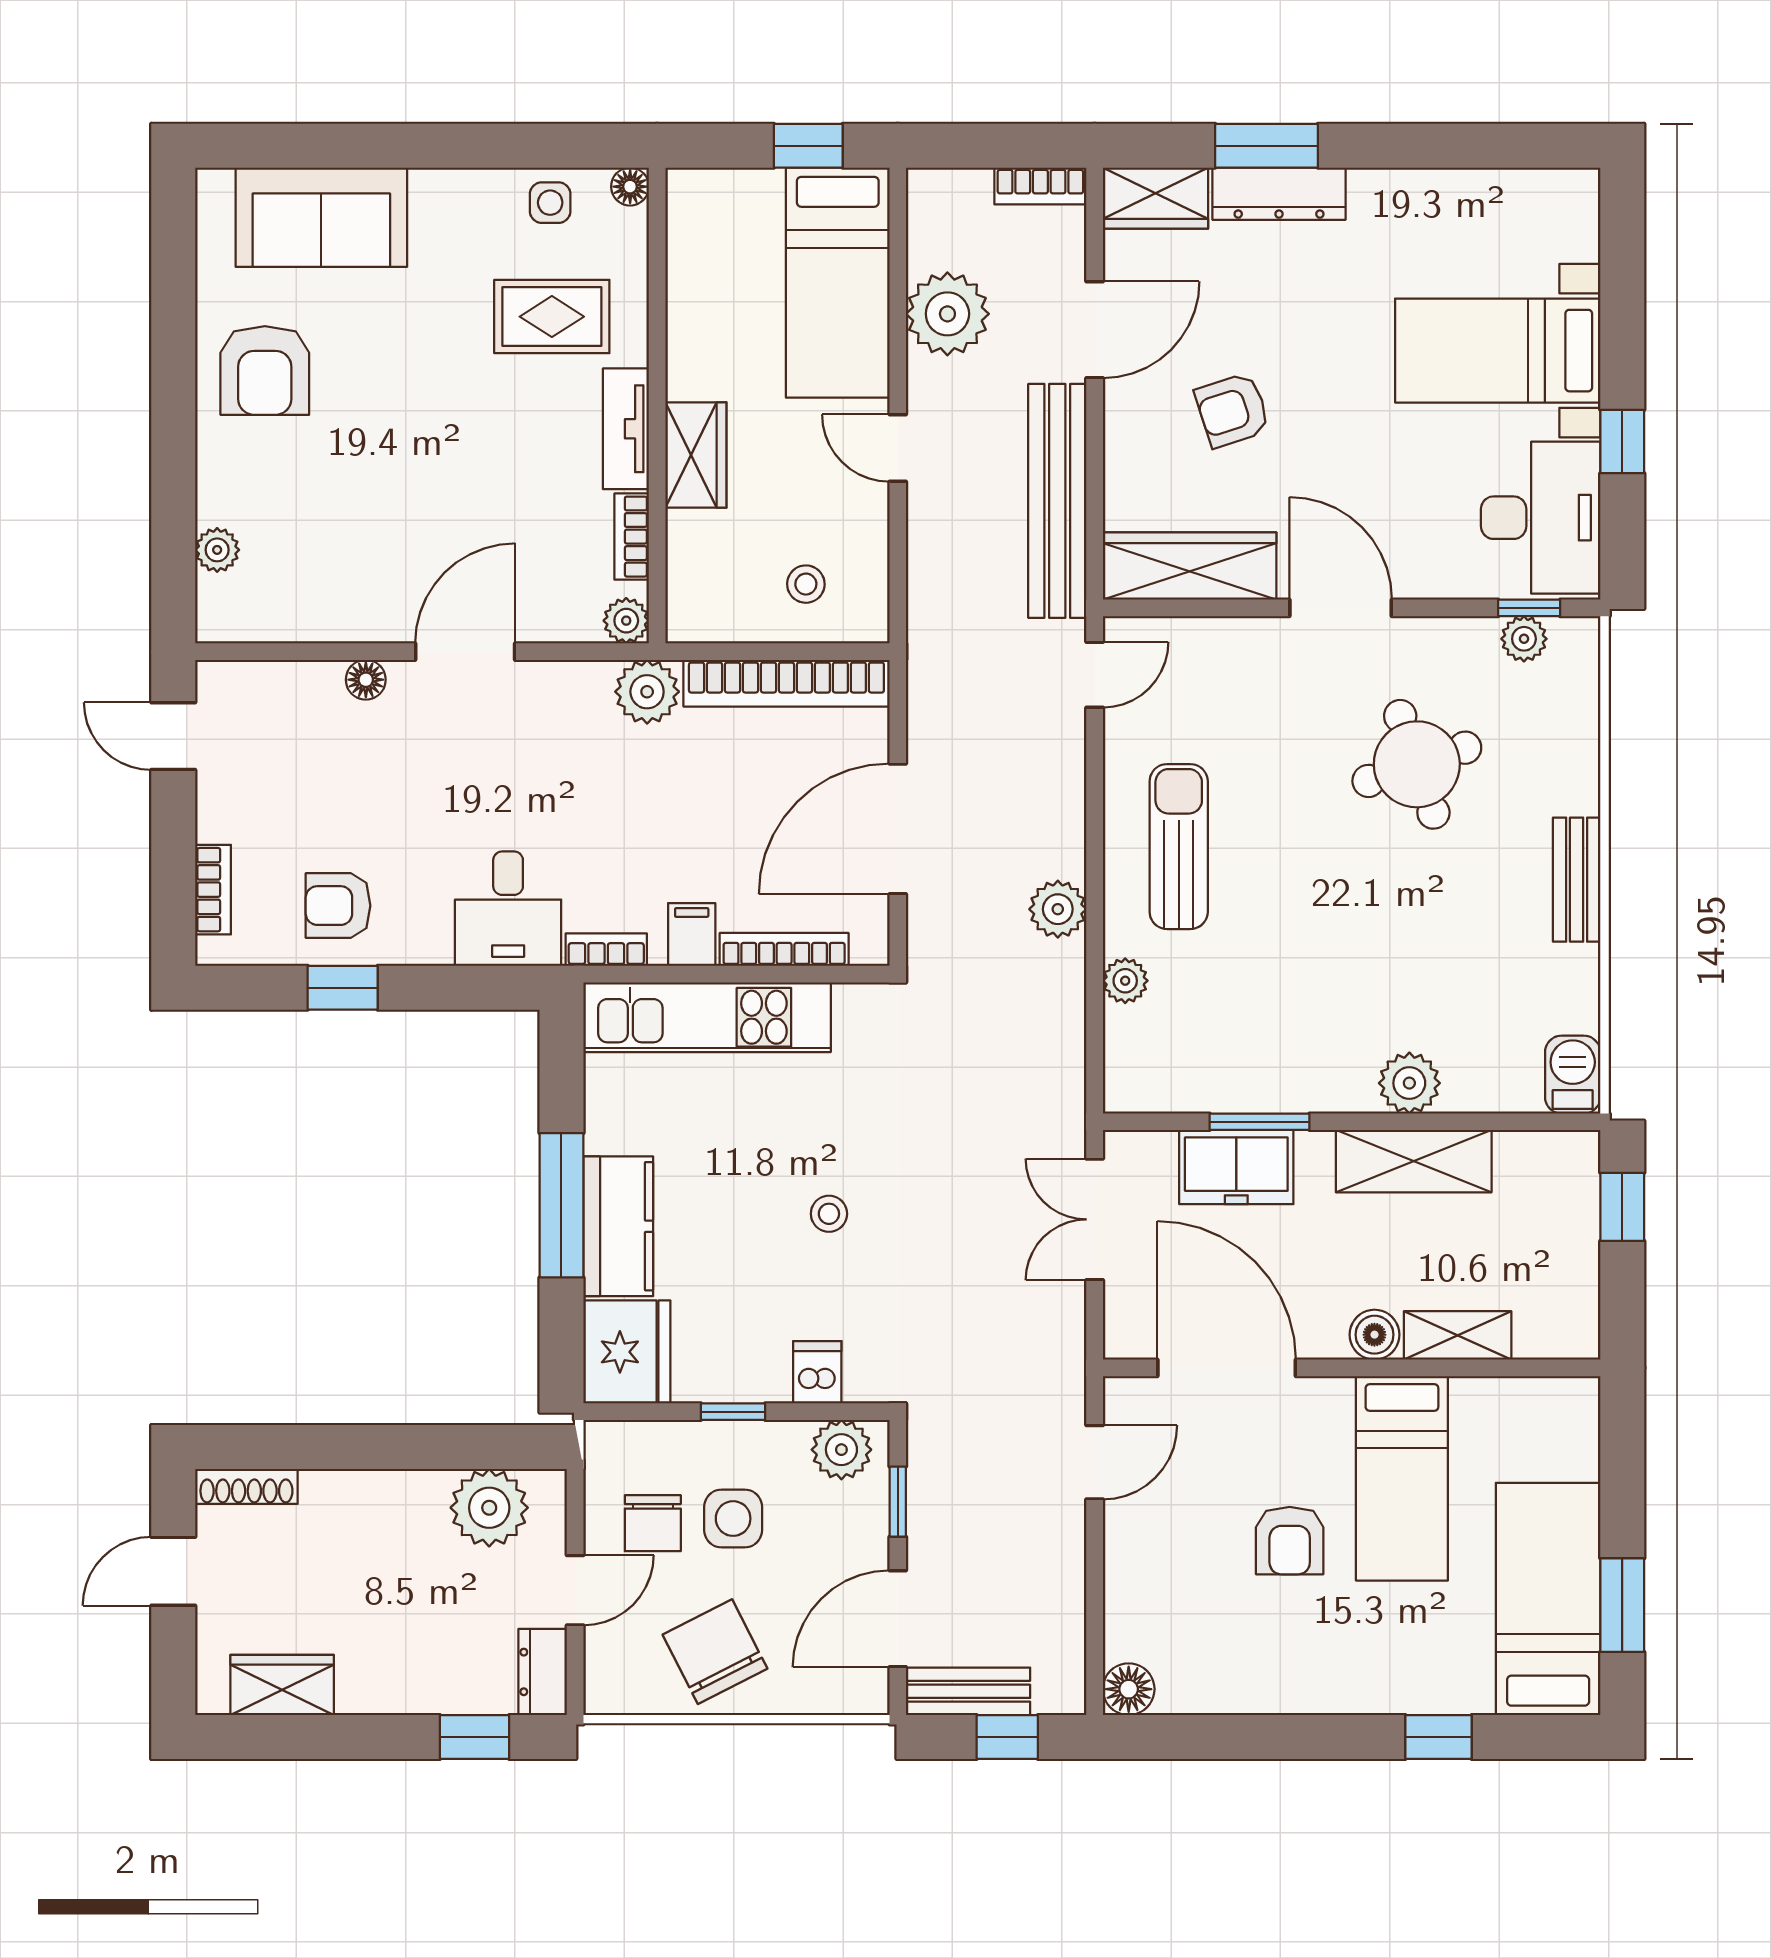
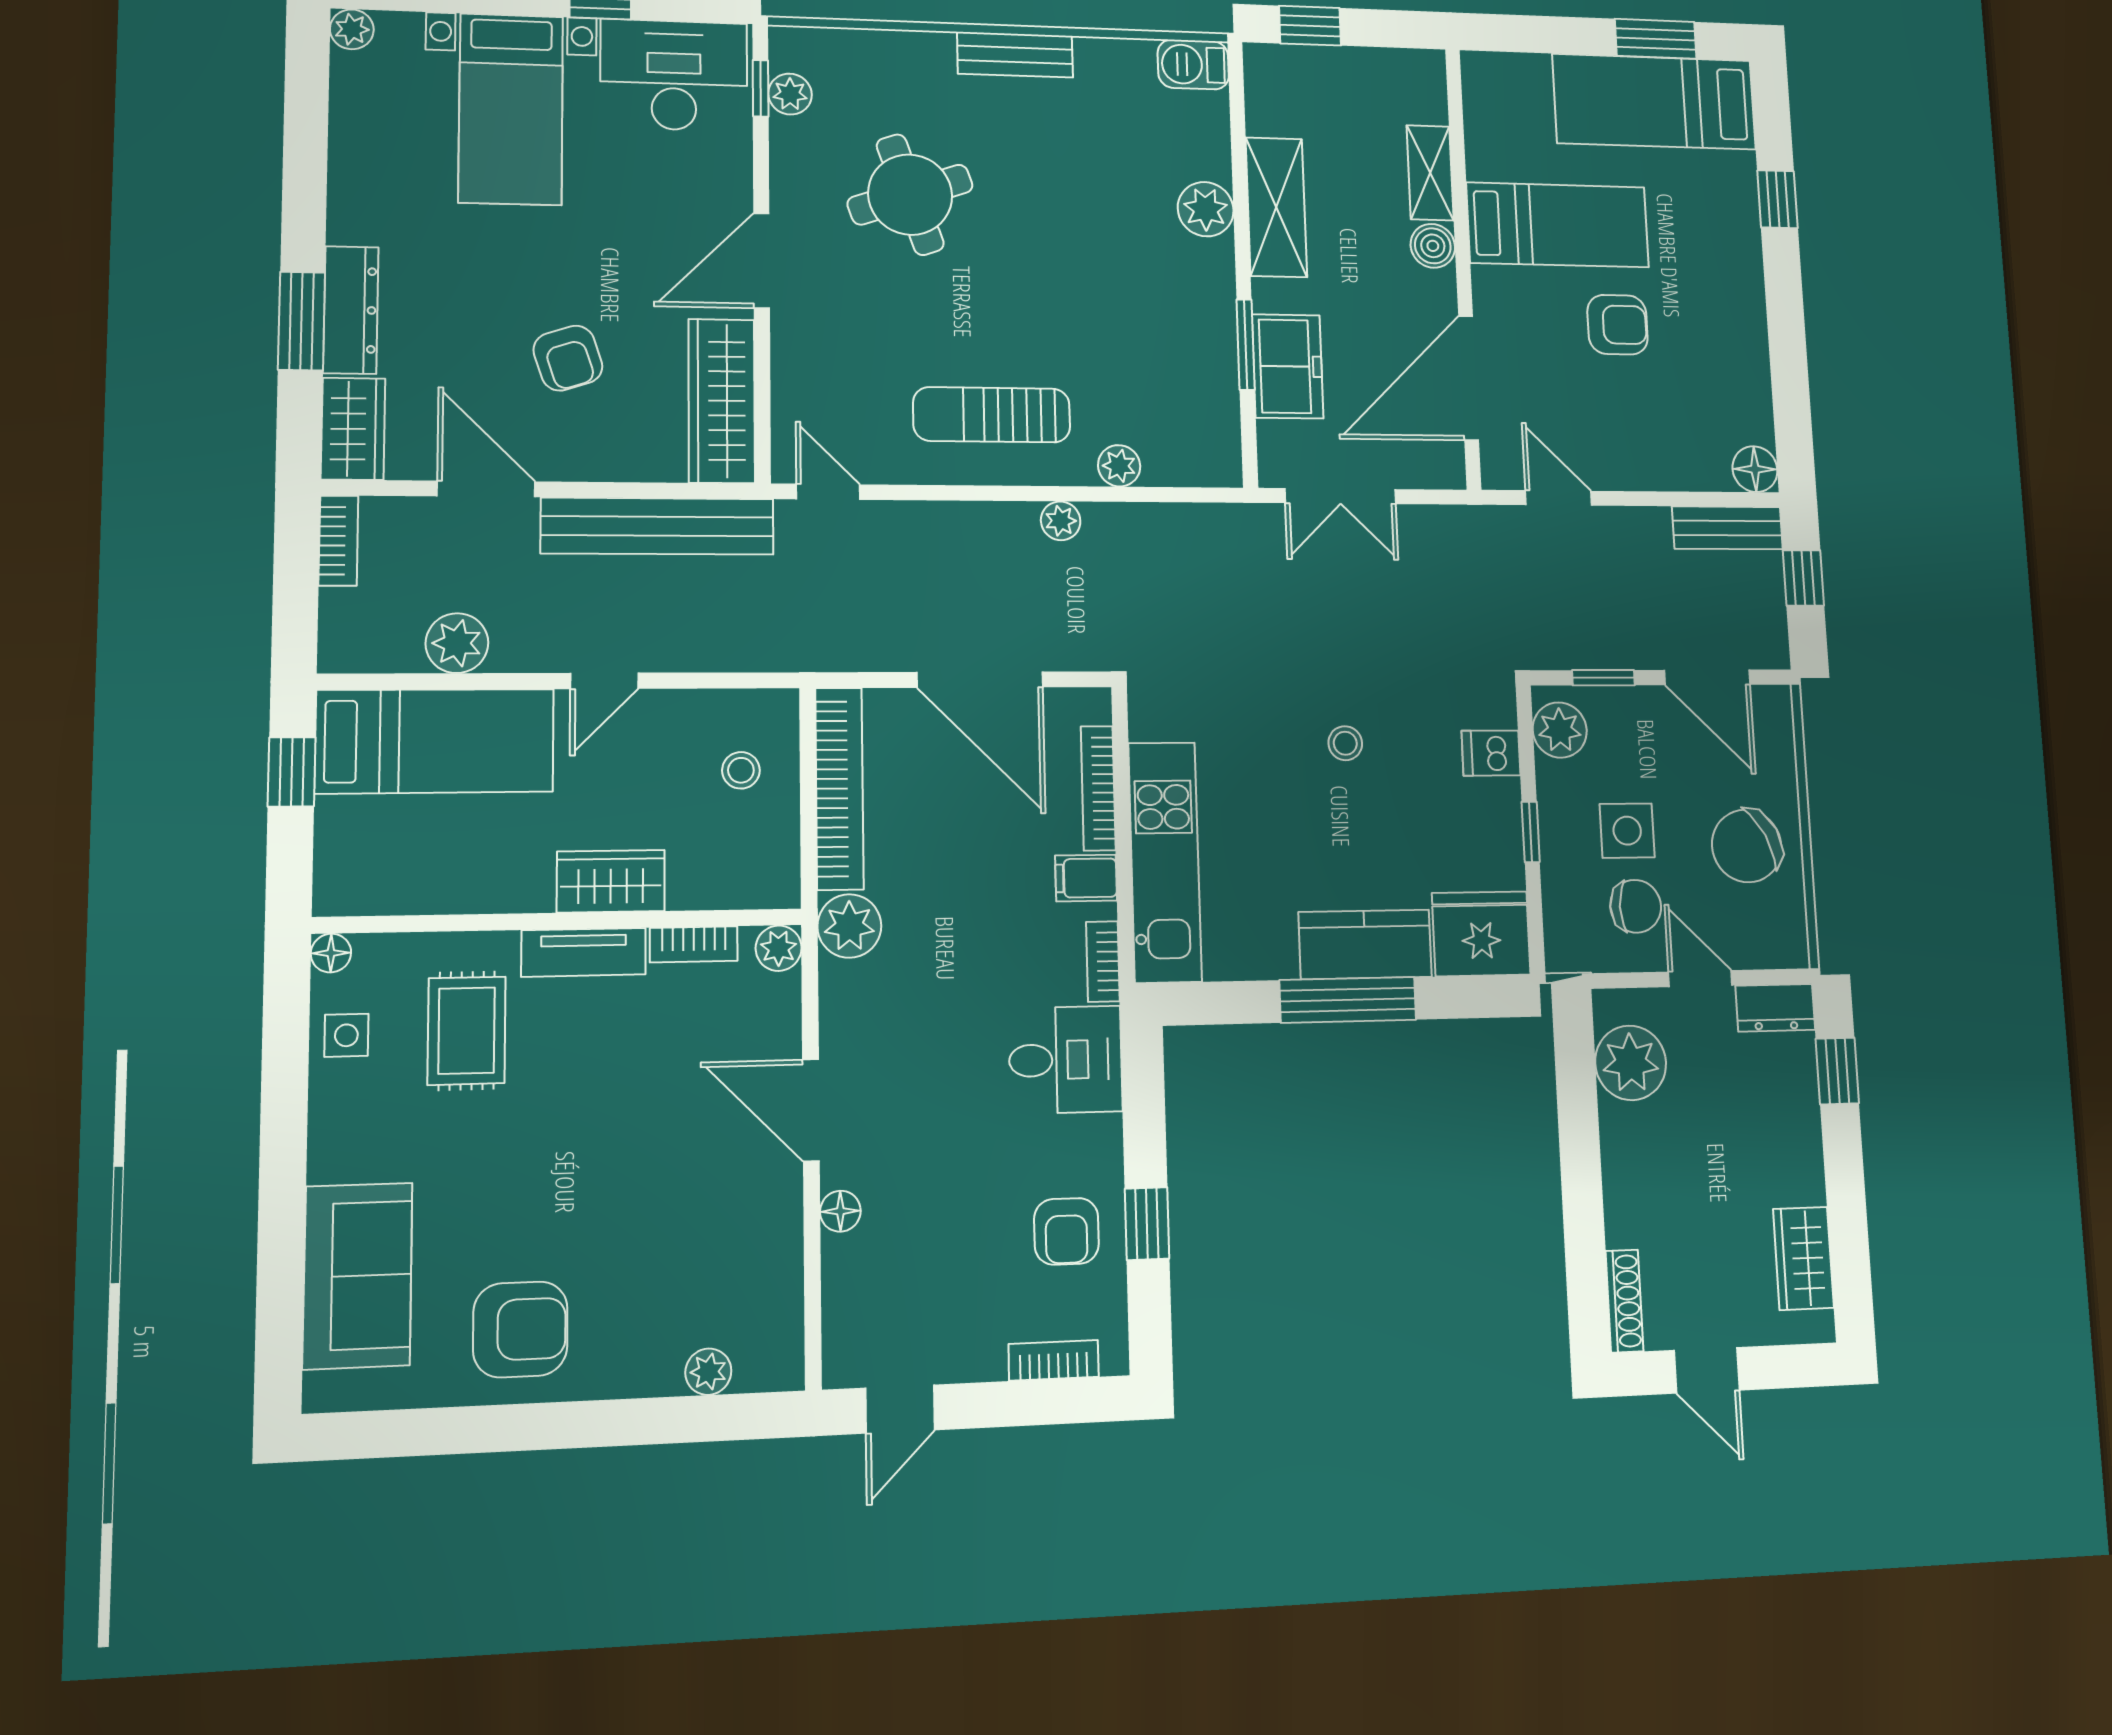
plant: (1579, 189) -> (352, 29), added
plant: (947, 314) -> (457, 643), width x0.73, depth x0.73
plant: (1058, 909) -> (1061, 521), width x0.73, depth x0.73
bench: (968, 1691) -> (1727, 528), moved, turned 90

